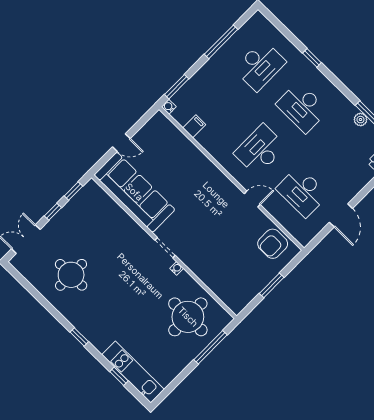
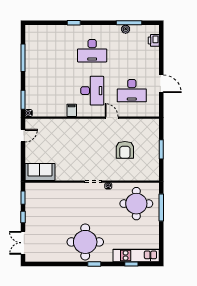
desk: (260, 65) -> (53, 51), removed
filing cabinet: (194, 126) -> (72, 110), moved
door: (121, 143) -> (23, 136), moved
desk: (260, 150) -> (92, 91), turned 180
sofa: (134, 192) -> (40, 172), width x0.54, depth x0.79
door: (252, 199) -> (112, 118), hinge flipped
armchair: (273, 244) -> (125, 150), moved
round table: (71, 275) -> (85, 242), moved, width x1.36, depth x1.36

